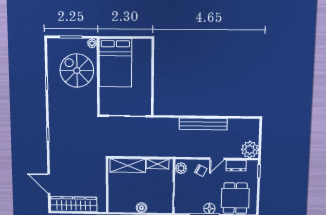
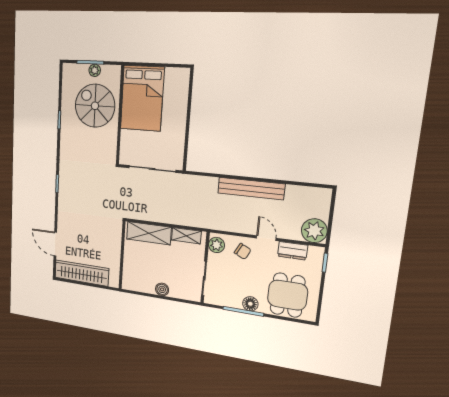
plant: (92, 43) -> (95, 70), moved
door: (217, 159) -> (266, 238), swing flipped

